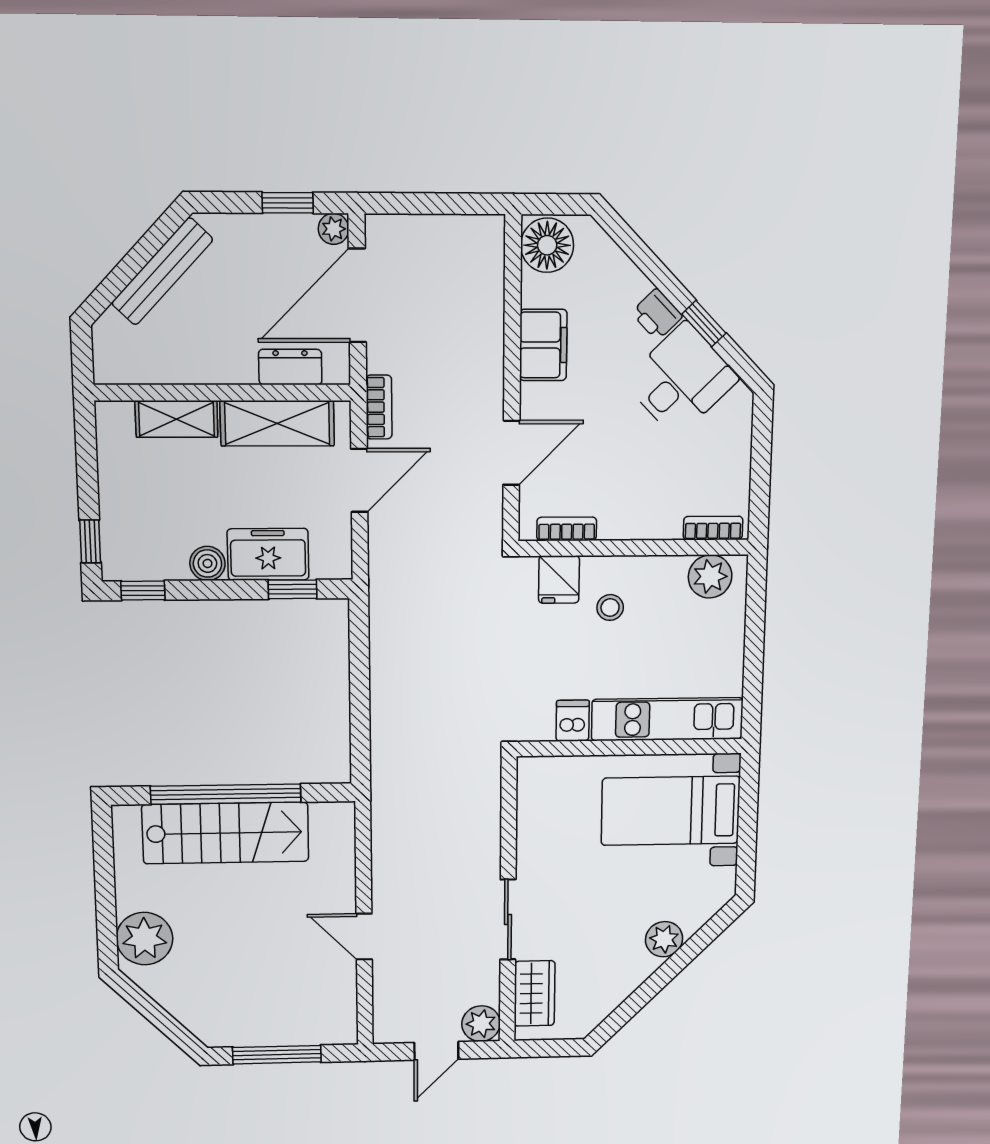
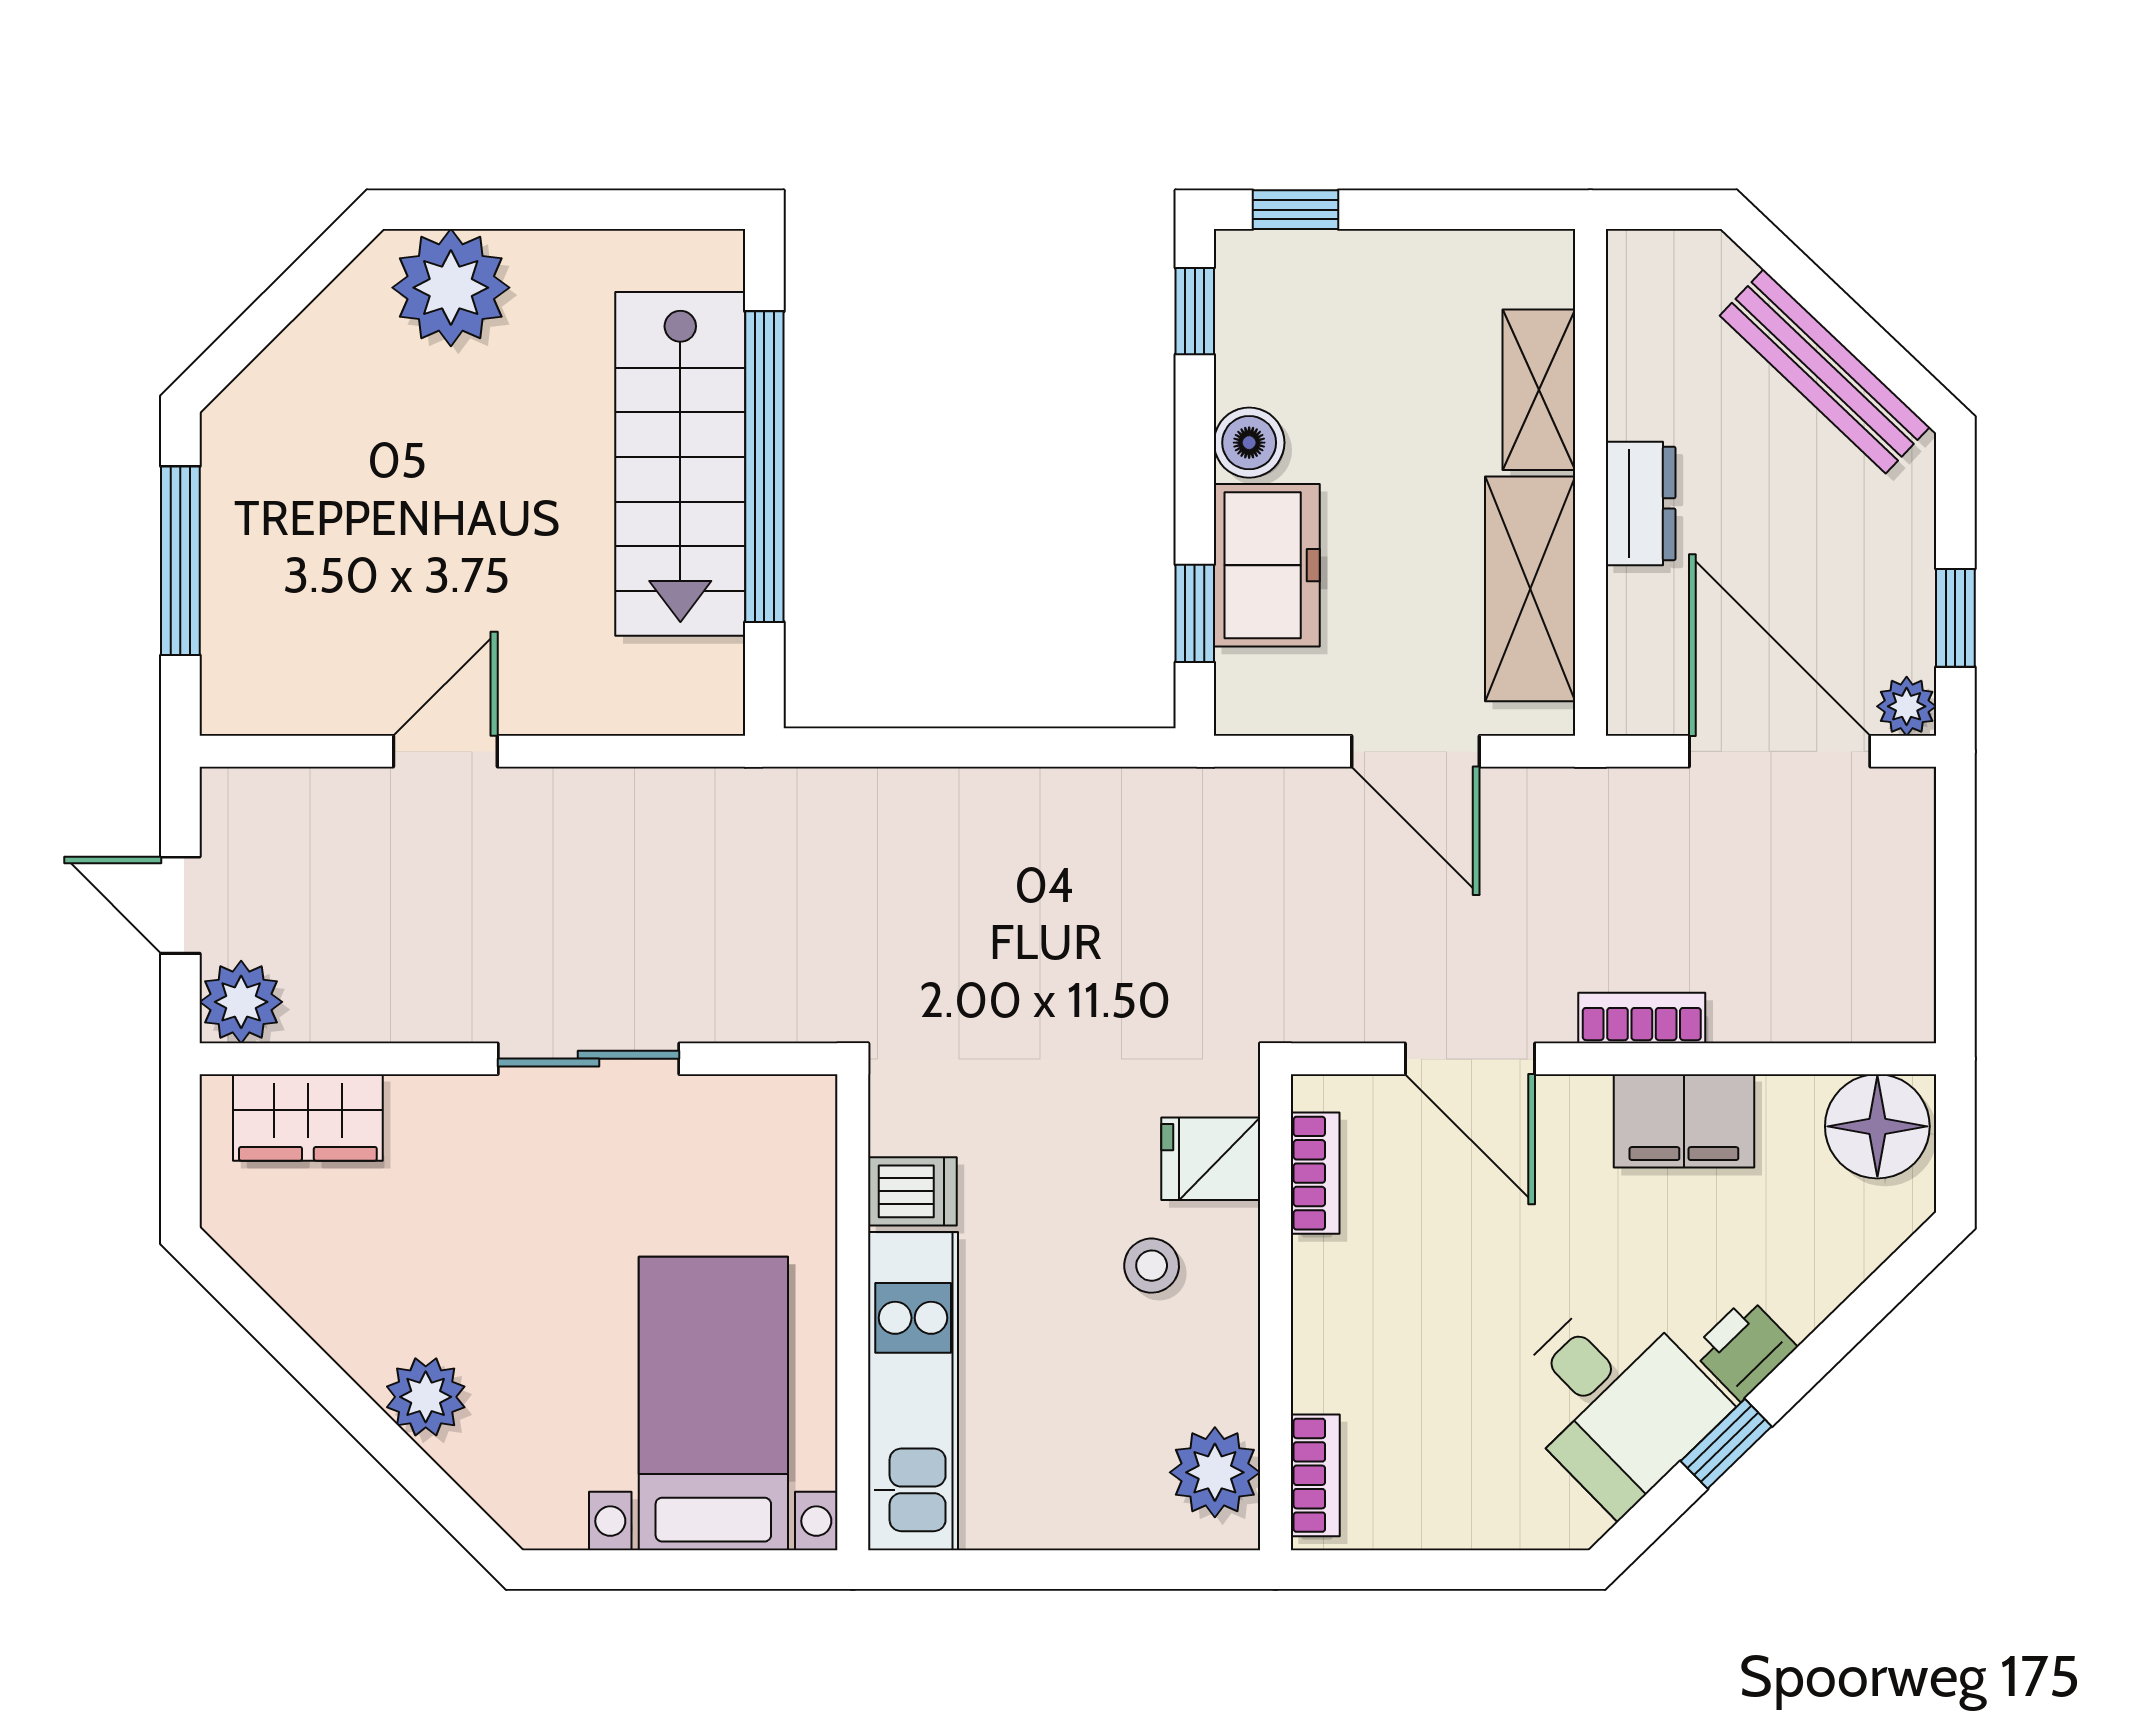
dresser: (290, 367) -> (1641, 503), moved
bookcase: (379, 407) -> (1642, 1018), moved, turned 180
sliding door: (508, 920) -> (588, 1059), moved

